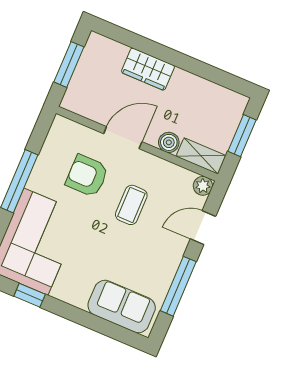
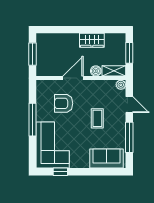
wardrobe: (148, 69) -> (92, 40), moved
coffee table: (131, 205) -> (97, 118), moved
door: (203, 228) -> (129, 105), swing flipped

